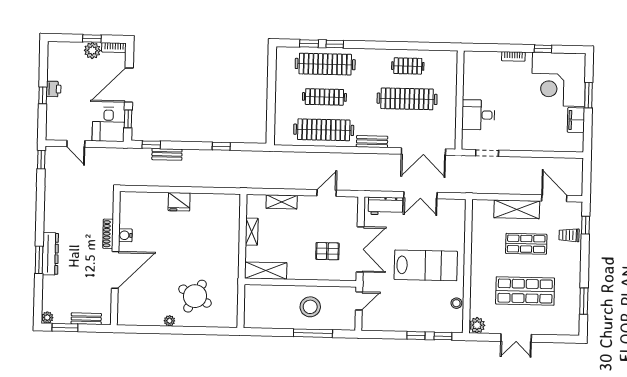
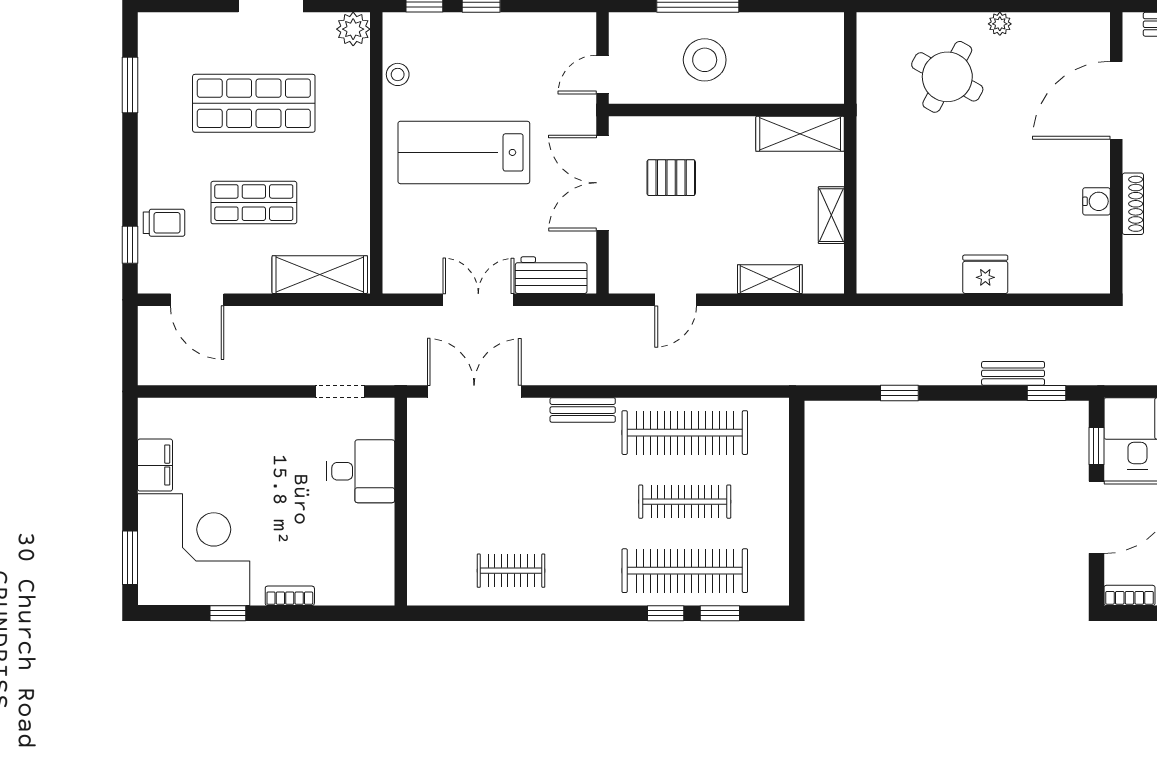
window: (588, 95) -> (130, 558), moved
clothes rail: (407, 99) -> (511, 502), removed
shelving: (517, 209) -> (320, 275), moved
door: (115, 270) -> (1116, 100), moved

